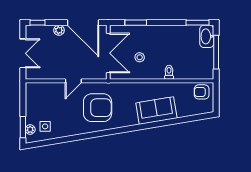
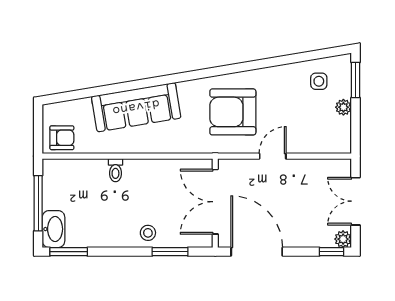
plant: (59, 30) -> (343, 239), moved
stool: (140, 57) -> (148, 233), moved
sofa: (156, 111) -> (136, 107), width x1.36
plant: (30, 130) -> (343, 107), moved

